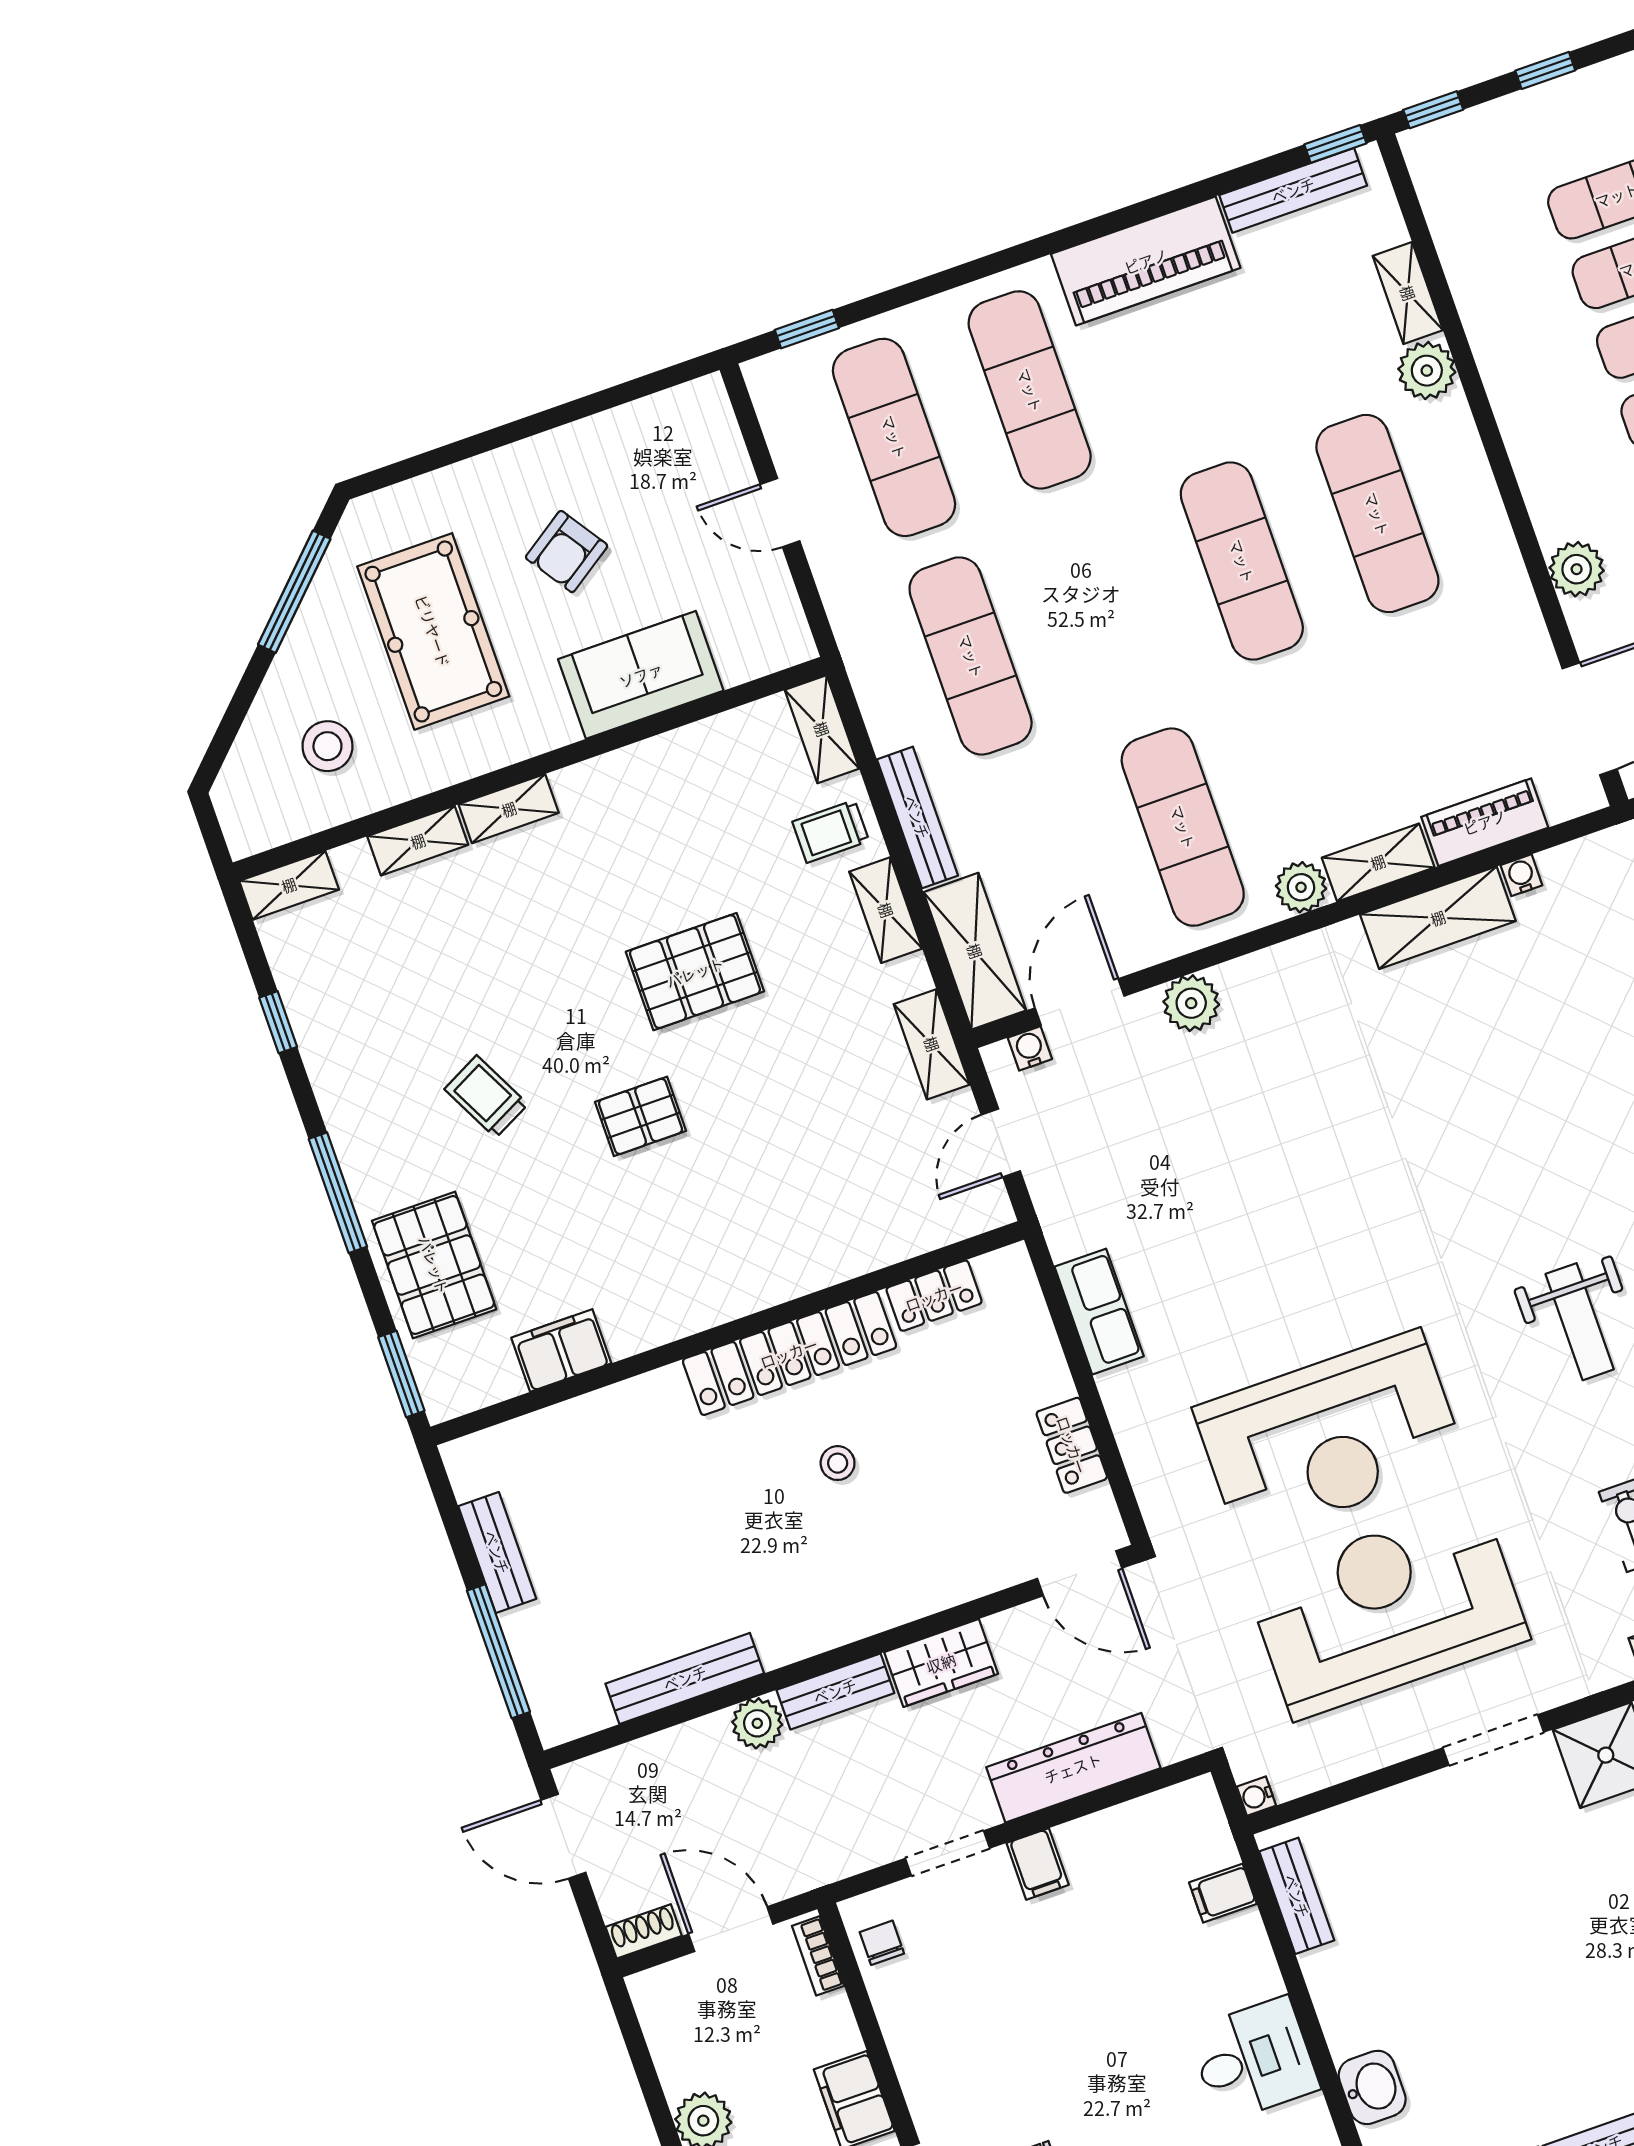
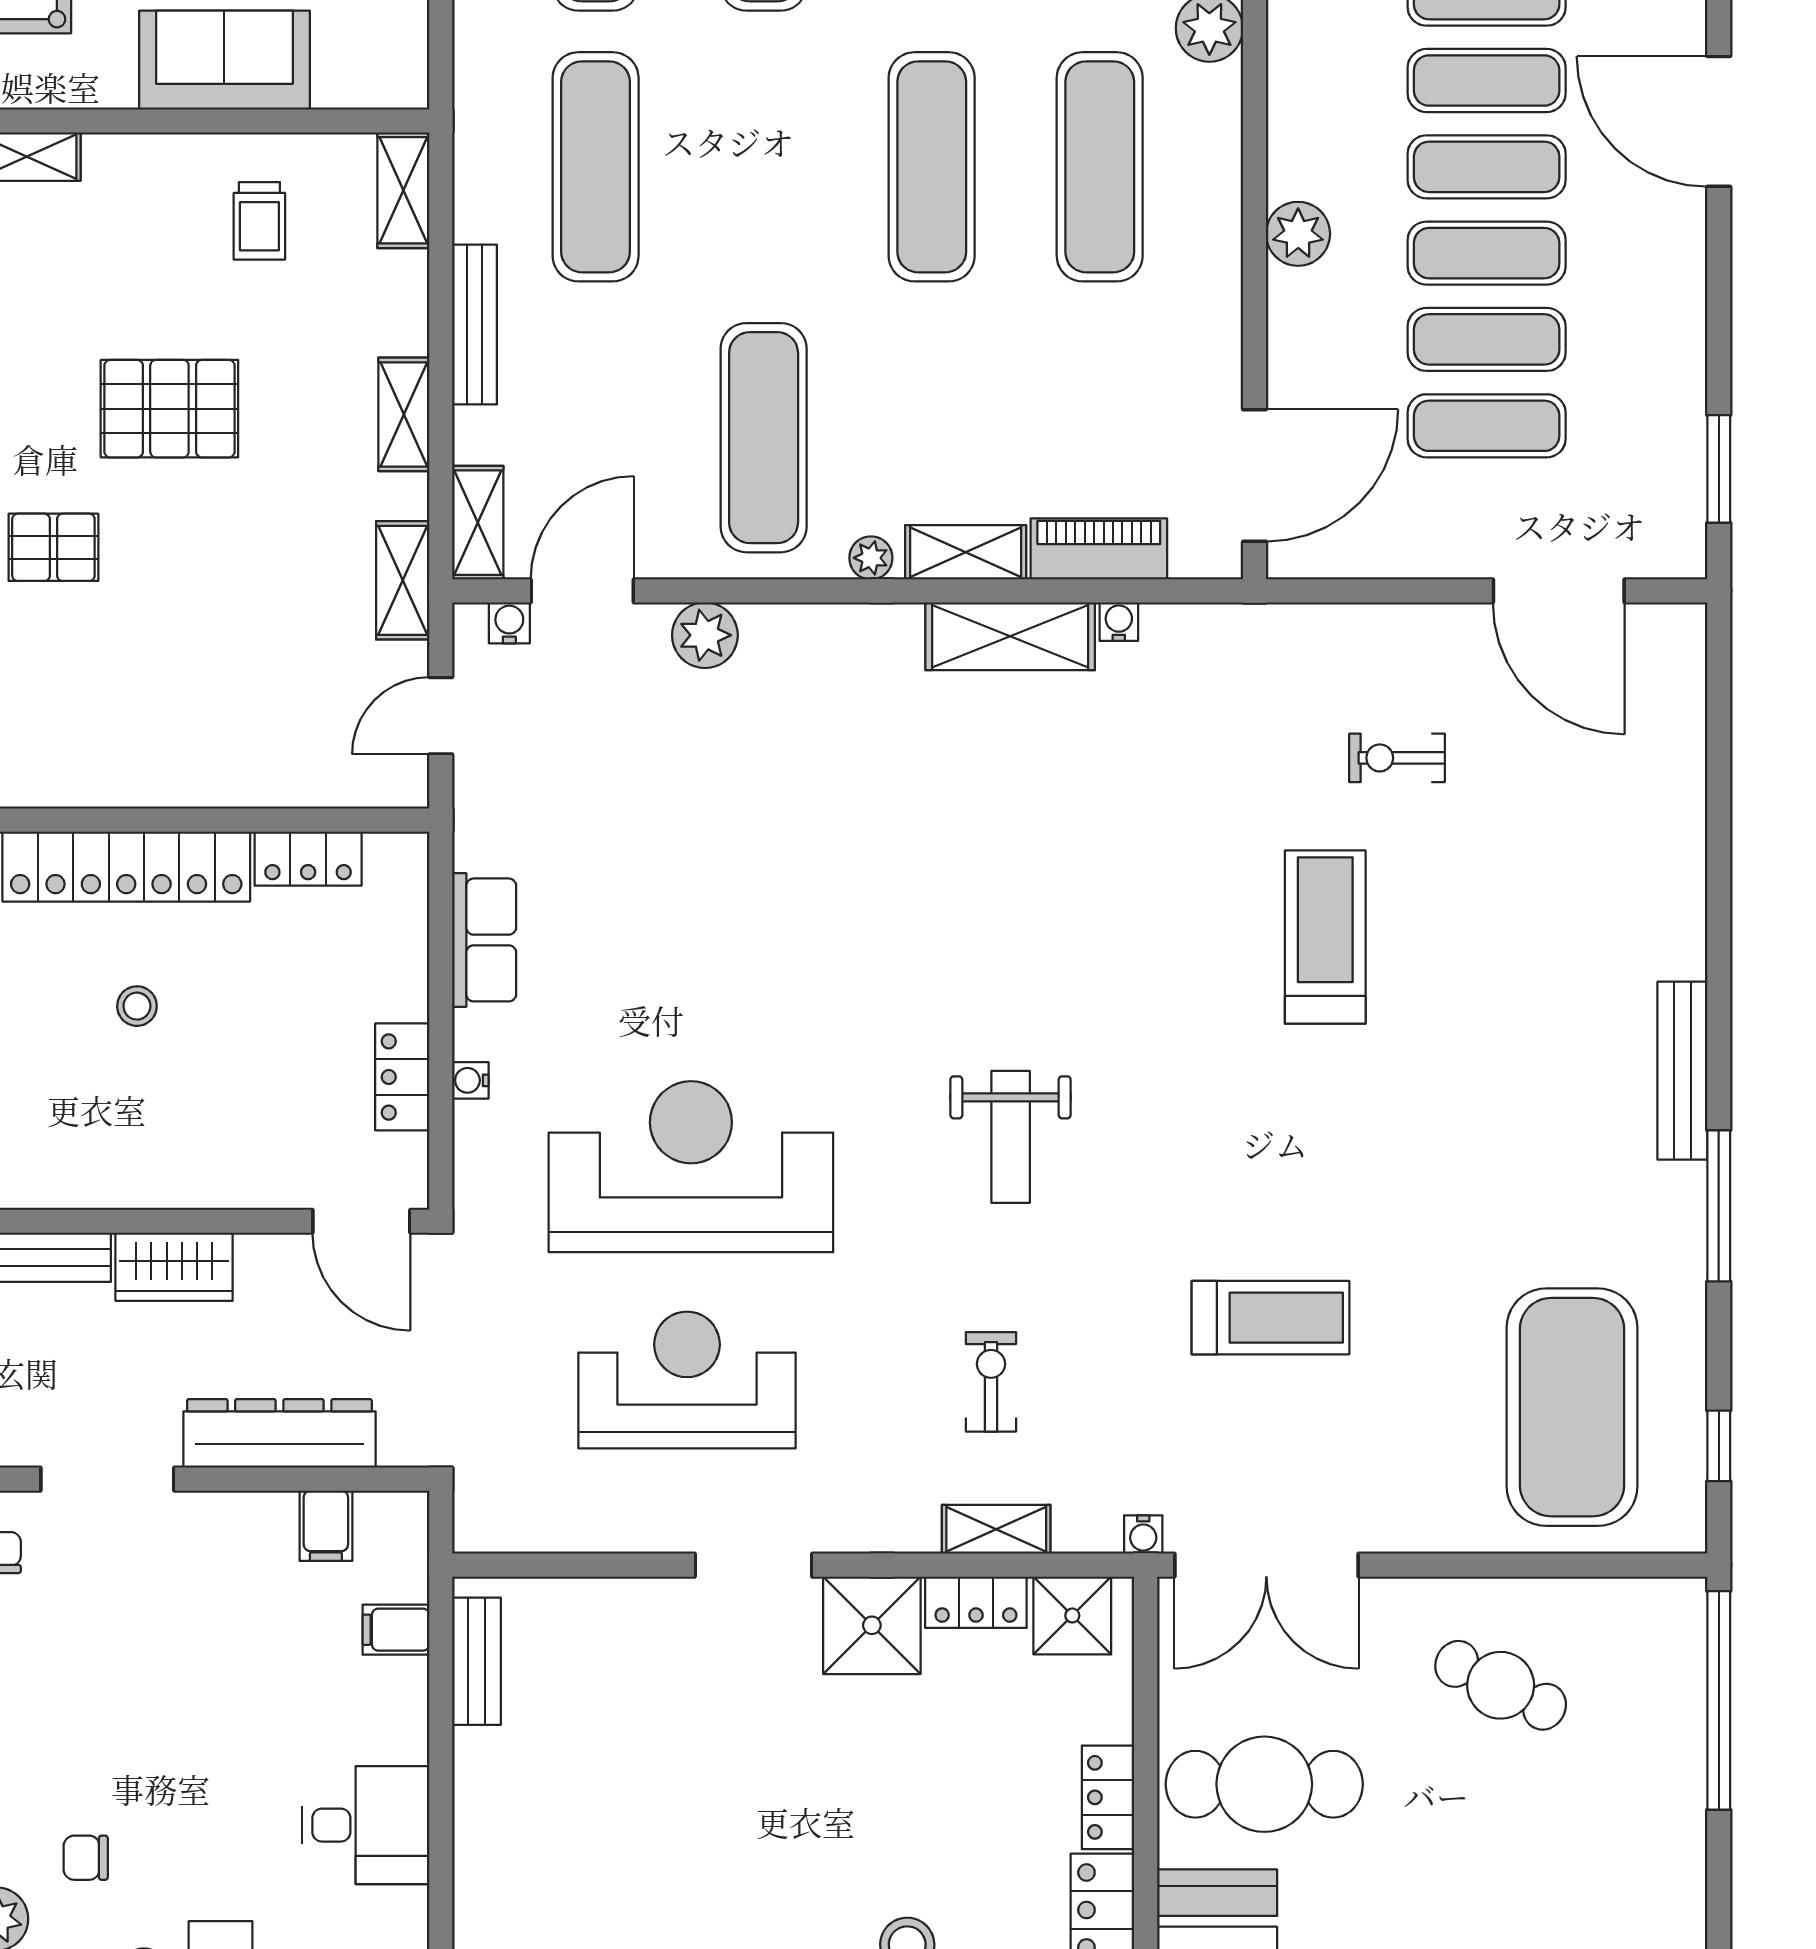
plant: (1577, 569) -> (1298, 234), moved
trolley: (831, 831) -> (259, 221), moved, turned -90
plant: (1301, 887) -> (871, 558), width x0.73, depth x0.73
shelving: (975, 951) -> (478, 523), width x0.67, depth x0.75
reception desk: (1330, 1436) -> (691, 1167), turned 180
reception desk: (1387, 1609) -> (687, 1380), width x0.74, depth x0.77
water cooler: (1256, 1796) -> (470, 1080), moved
doorway: (947, 1853) -> (107, 1479), width x1.38
filing cabinet: (1038, 1864) -> (326, 1526), moved
washbasin: (1372, 2087) -> (486, 1902), removed

